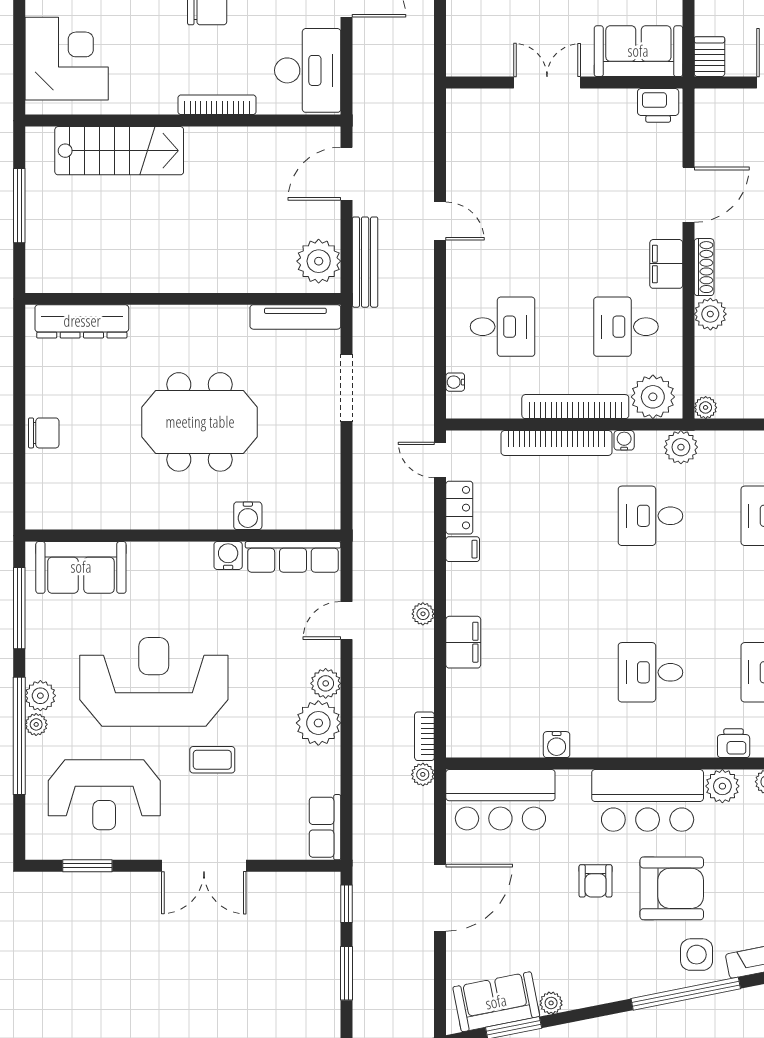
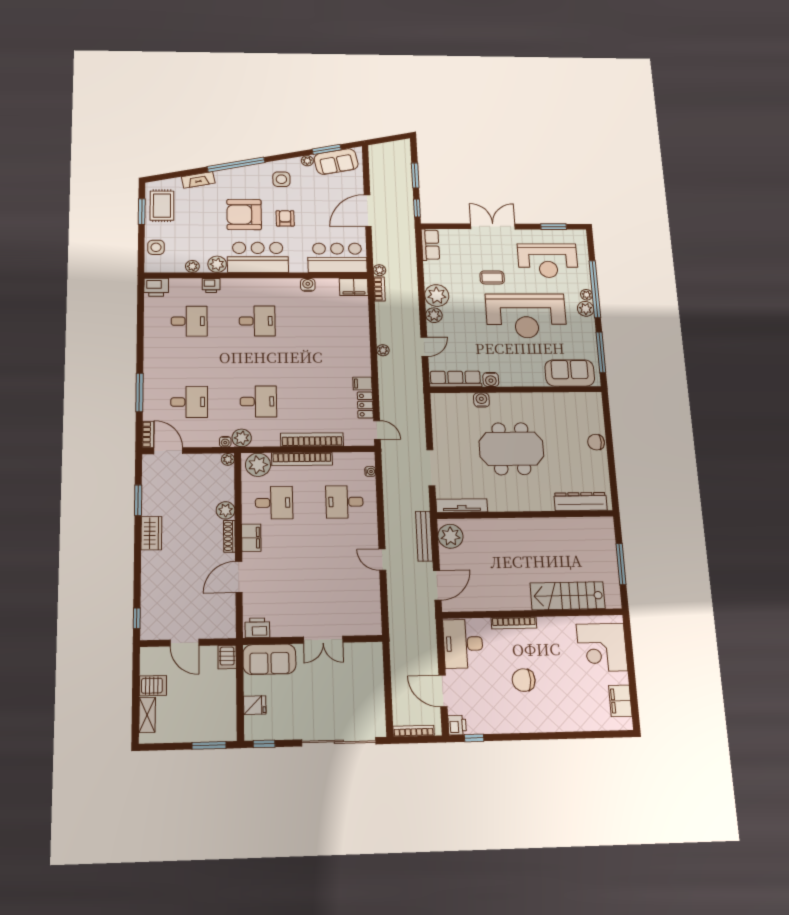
water cooler: (624, 440) -> (225, 442), moved
filing cabinet: (463, 642) -> (354, 287), moved, turned -90
reception desk: (104, 795) -> (548, 261), turned 180
side table: (697, 955) -> (281, 179), moved

